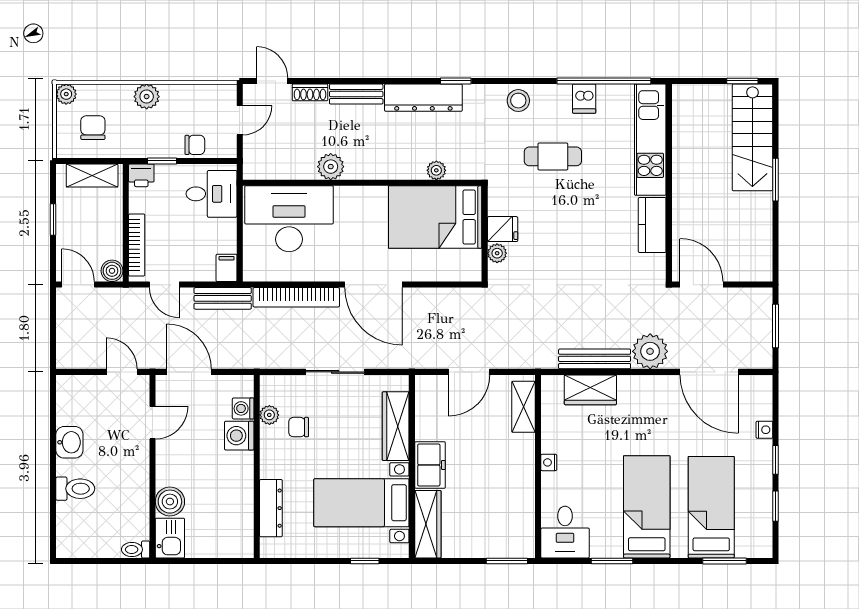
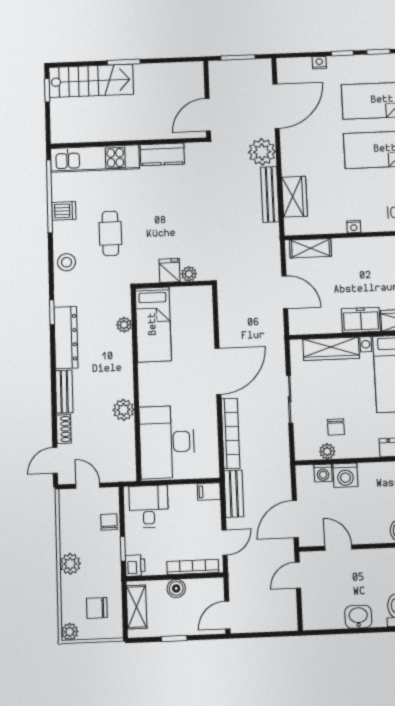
bed: (435, 217) -> (153, 324), width x0.67
boiler: (112, 271) -> (176, 588), moved

